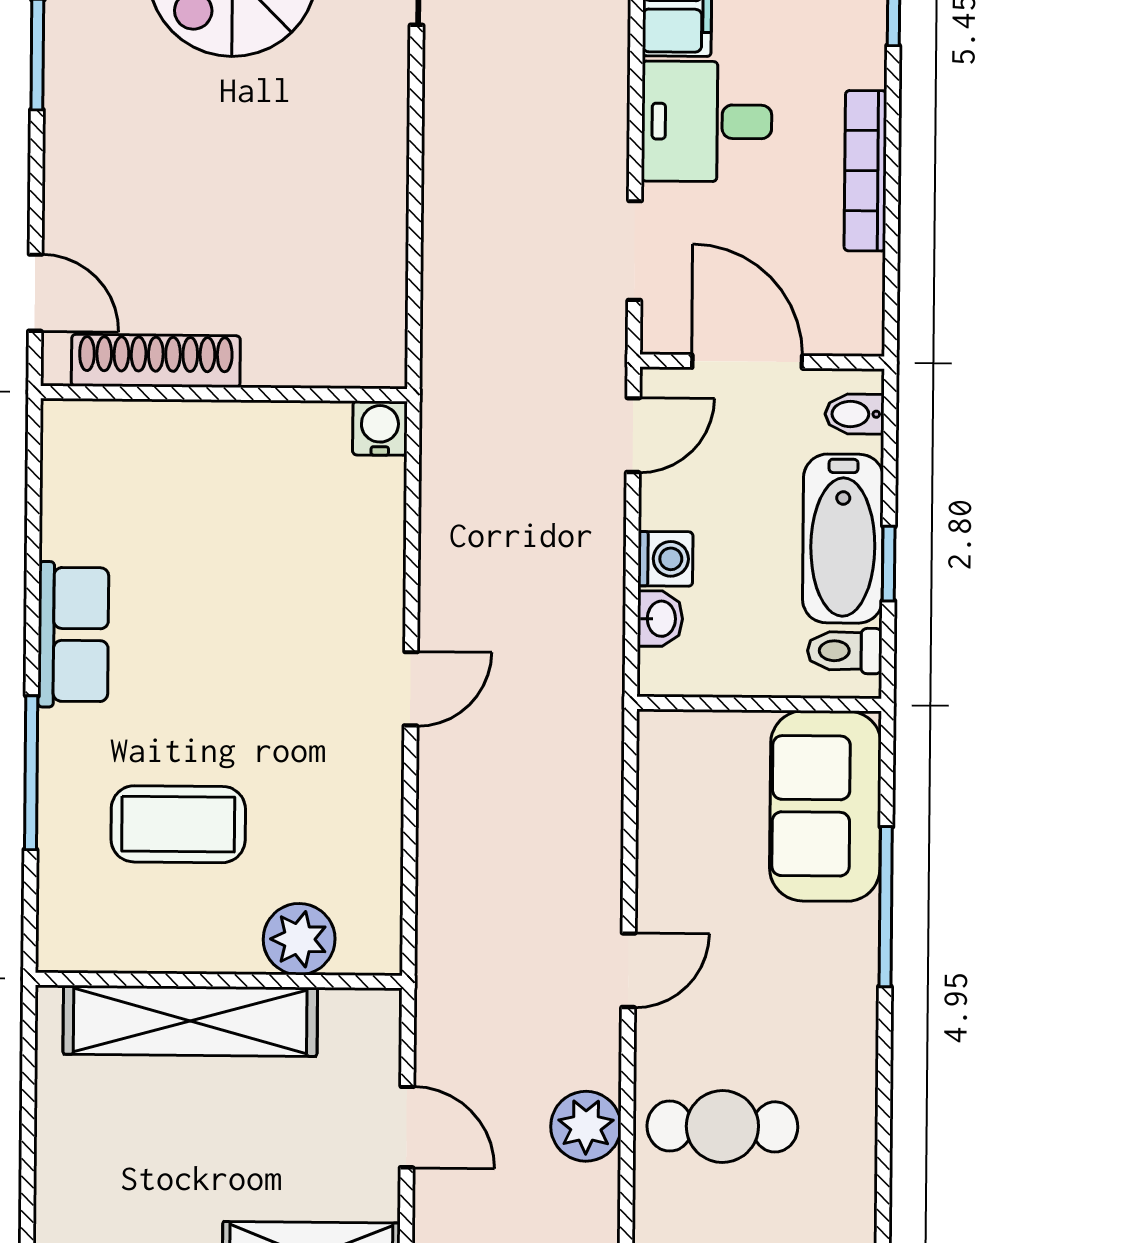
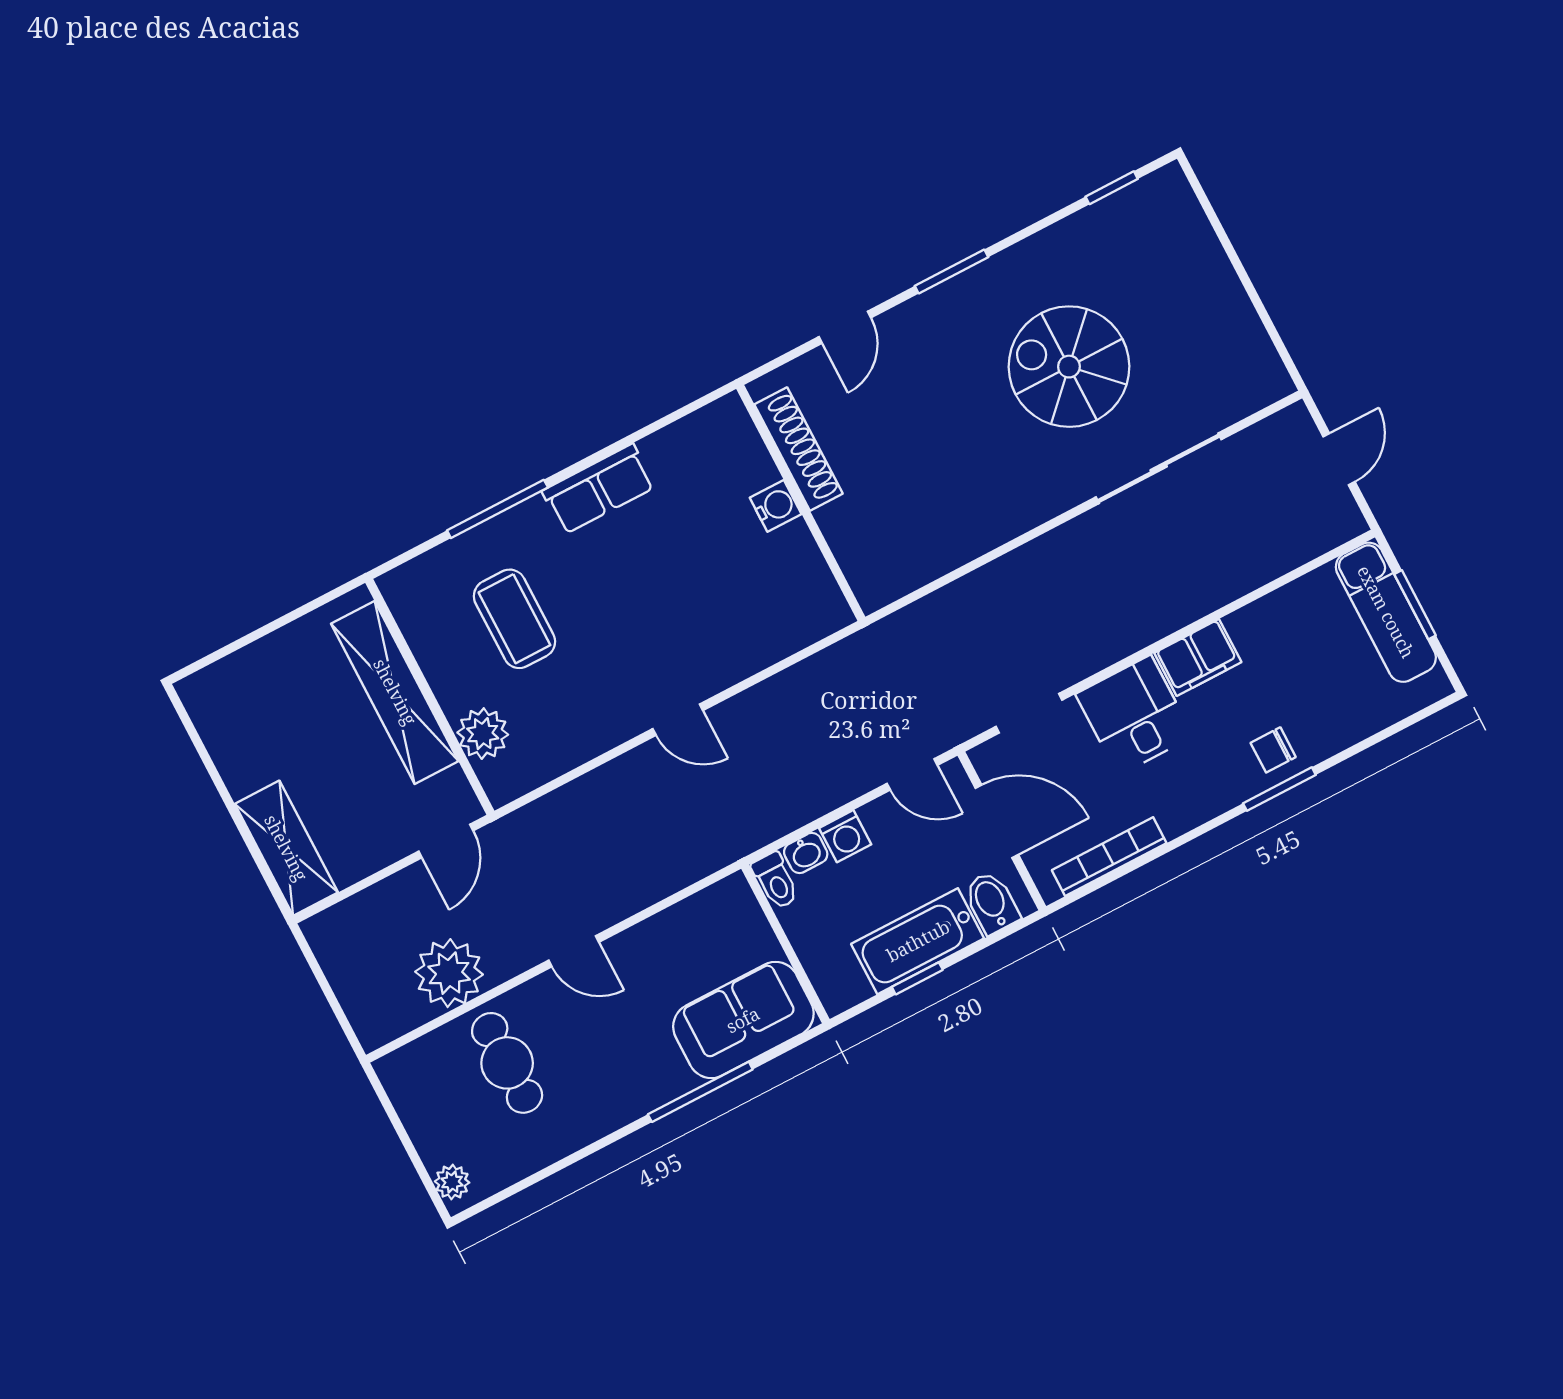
bookcase: (865, 171) -> (1109, 857), moved
door: (35, 293) -> (845, 327), moved
door: (747, 362) -> (997, 821), hinge flipped
bidet: (854, 414) -> (992, 902), width x1.38, depth x1.36
water cooler: (380, 428) -> (776, 506), moved
toilet: (845, 651) -> (776, 881), moved, turned 180
plant: (586, 1126) -> (449, 973), width x1.36, depth x1.36
door: (407, 1127) -> (446, 841), moved

